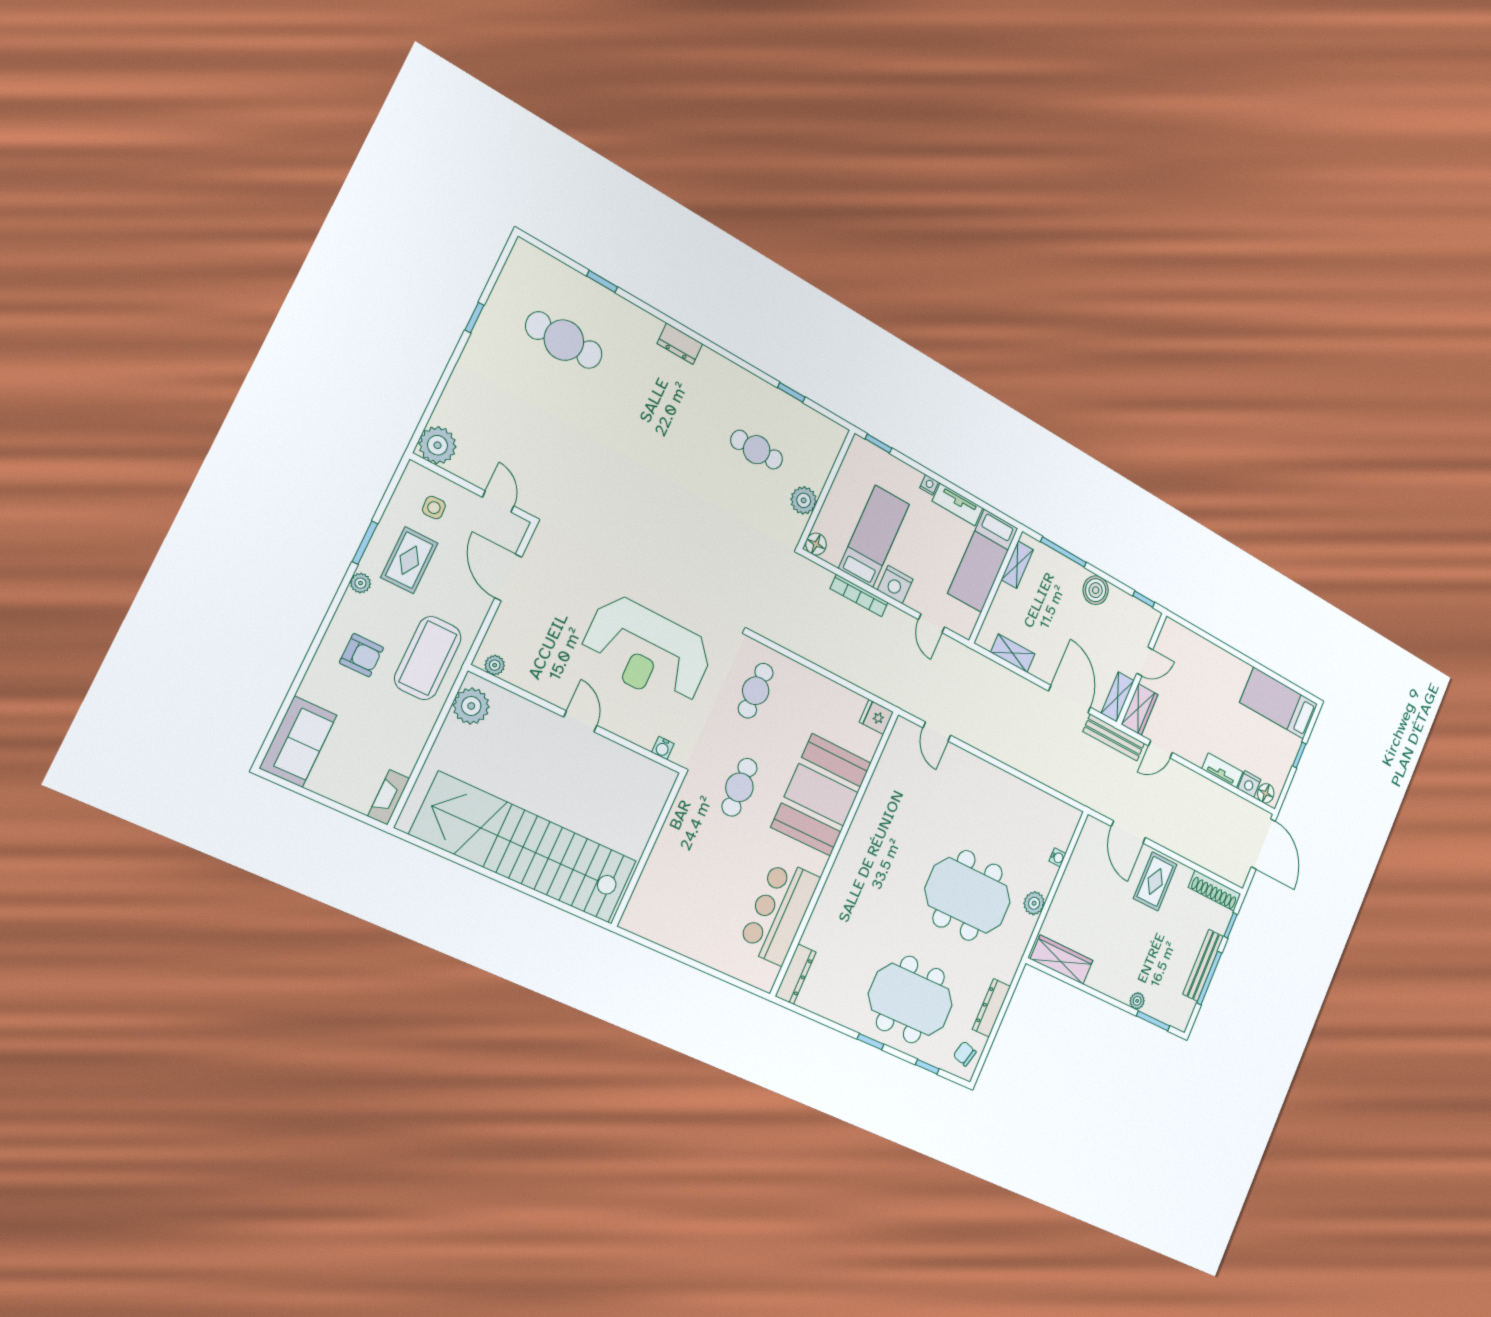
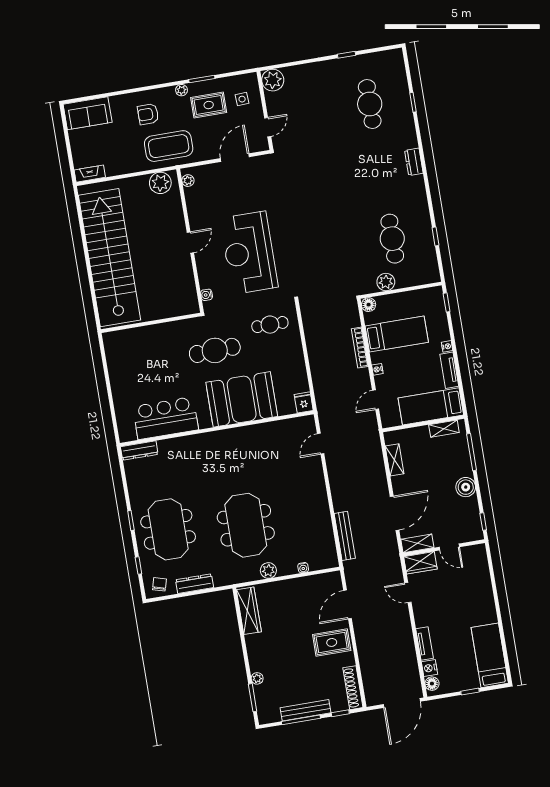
cafe table: (757, 450) -> (392, 239), width x1.37, depth x1.35
nightstand: (895, 585) -> (377, 369), width x0.53, depth x0.56
armchair: (361, 655) -> (148, 114), turned 90
bench: (1114, 738) -> (345, 536), moved
cafe table: (739, 787) -> (215, 350), width x1.37, depth x1.35

